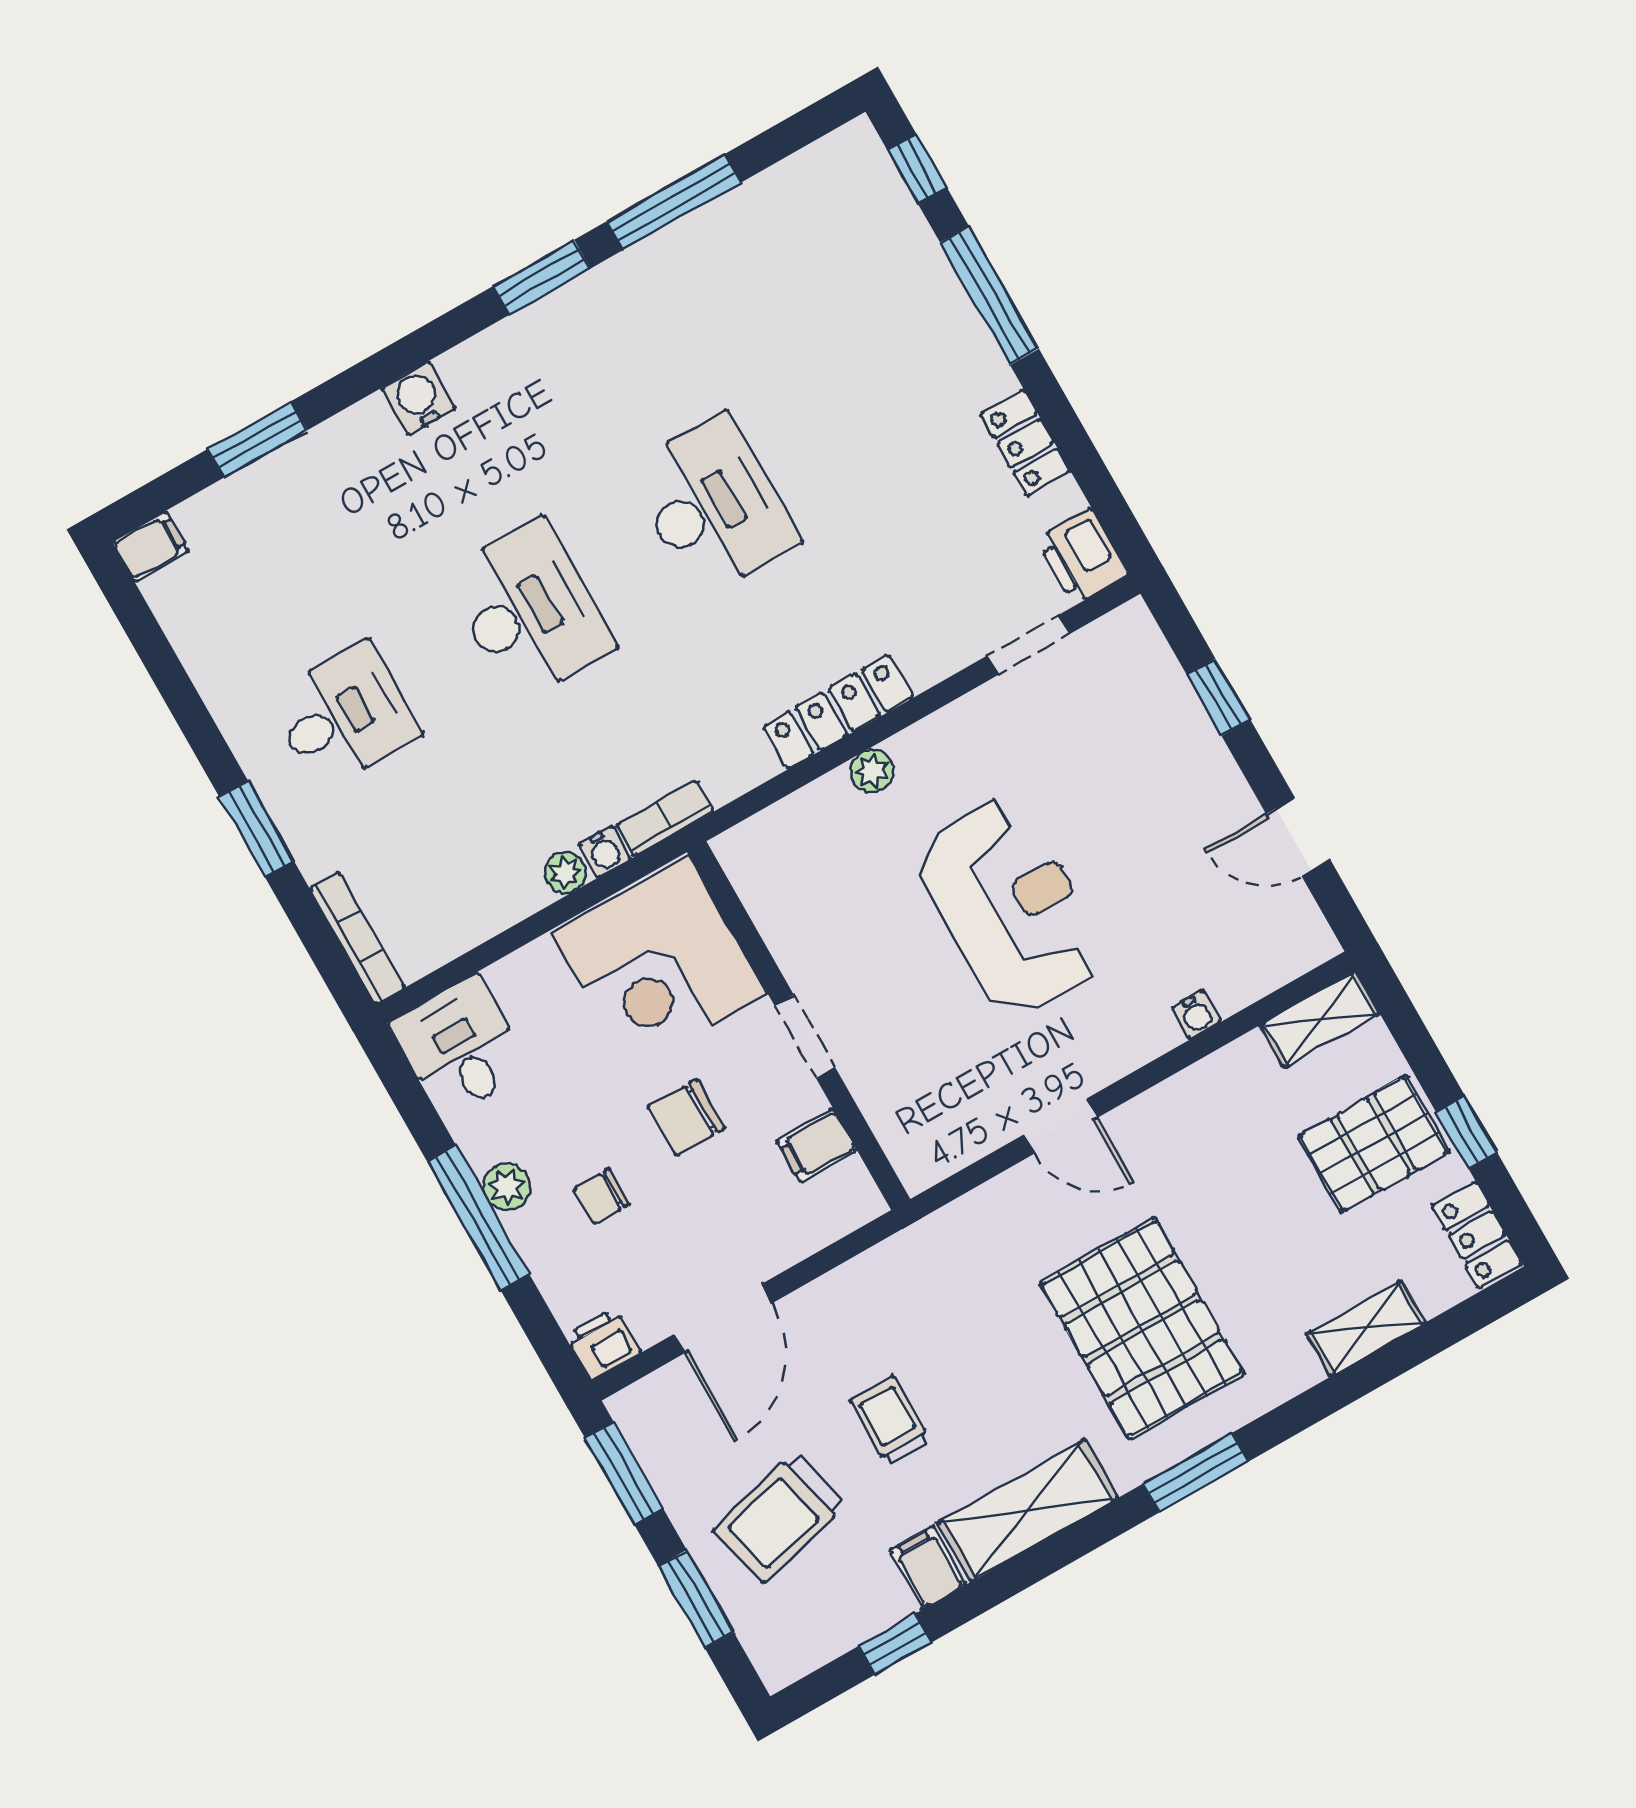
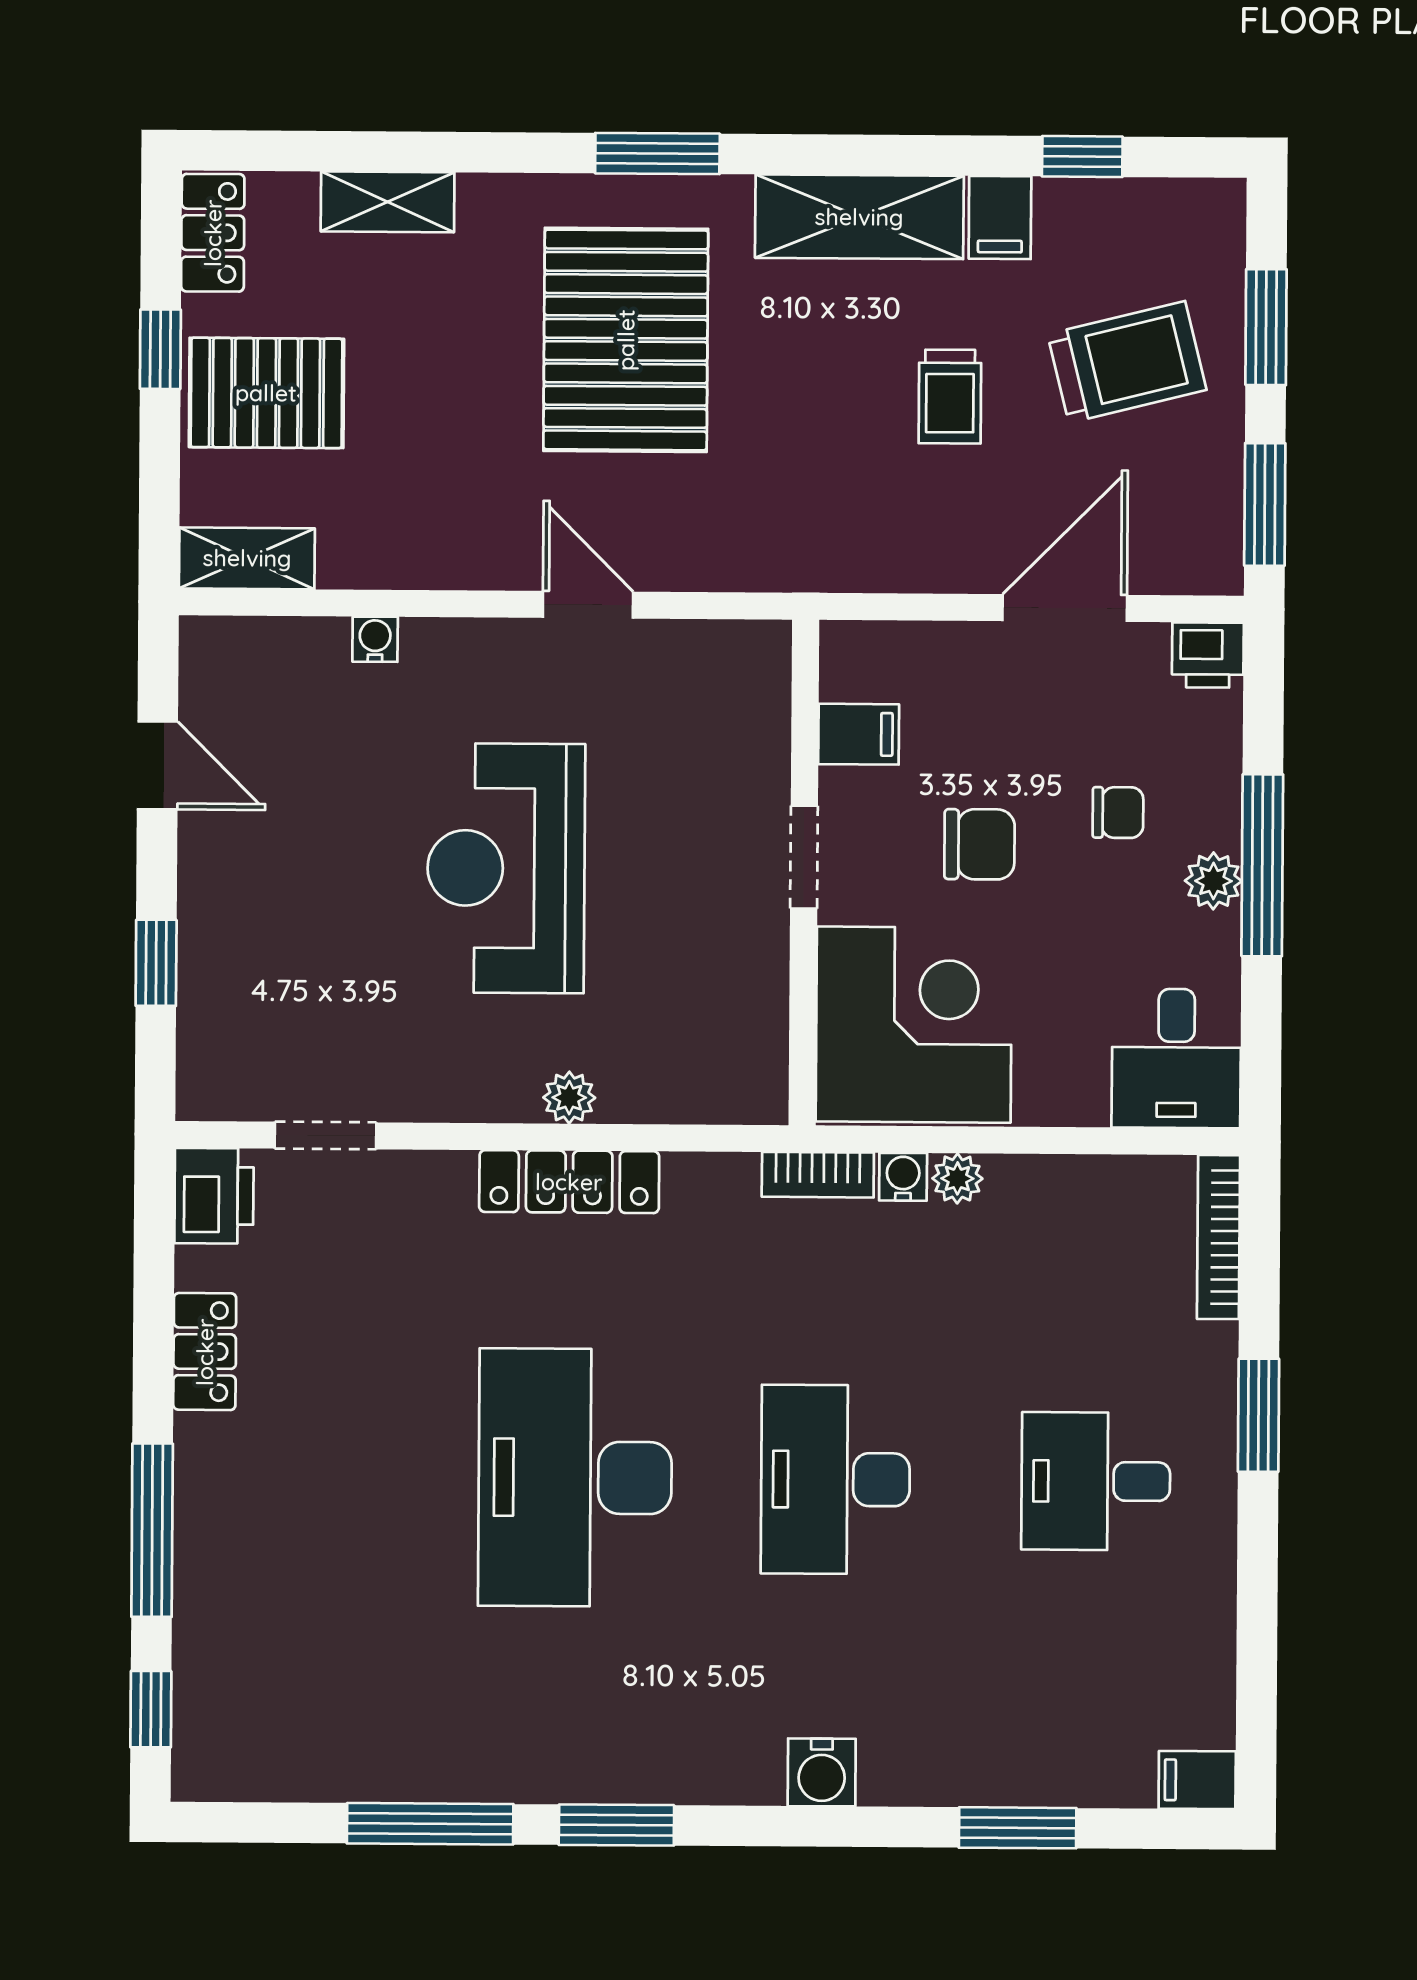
desk: (713, 505) -> (575, 1478), width x1.36, depth x1.30

